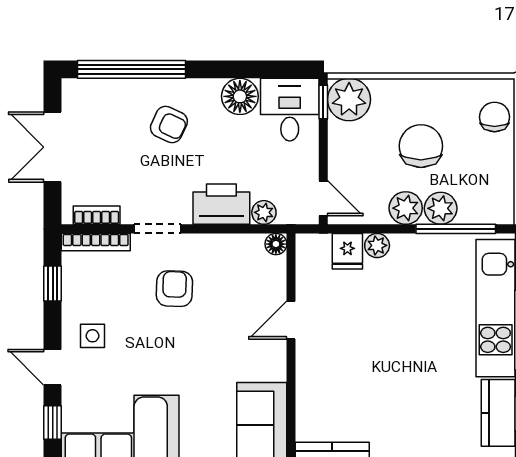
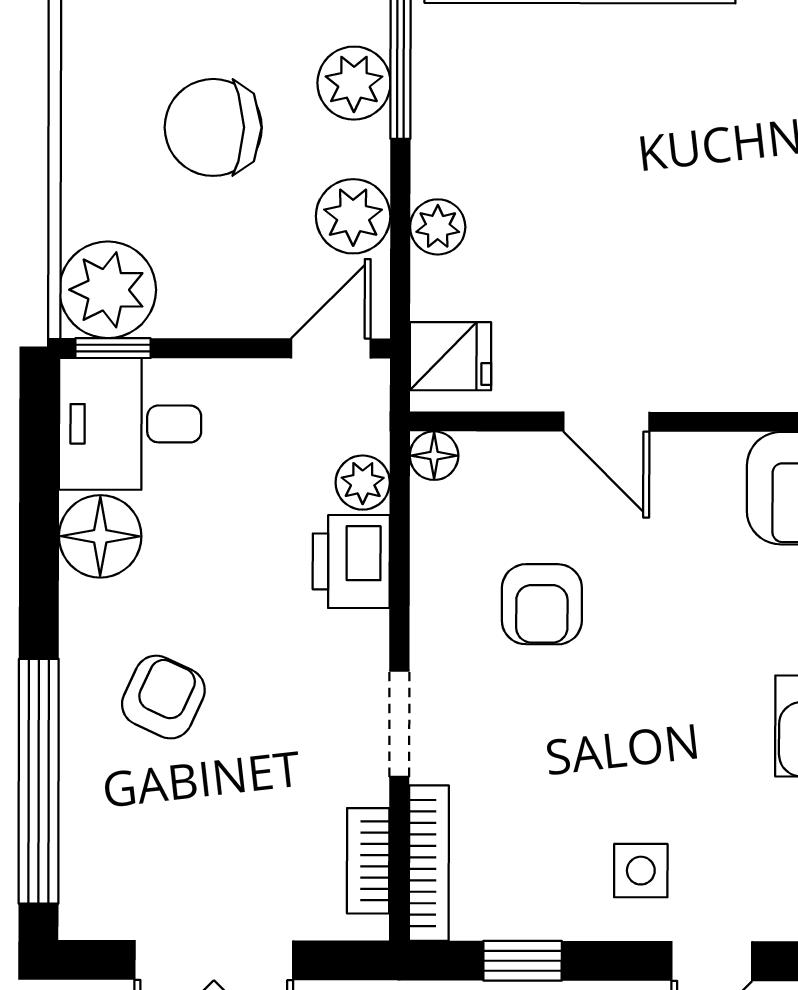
printer: (221, 204) -> (351, 561), width x0.73, depth x0.84
plant: (406, 208) -> (353, 216), moved
fridge: (347, 251) -> (451, 356), moved
armchair: (174, 289) -> (542, 604), moved, turned -92

